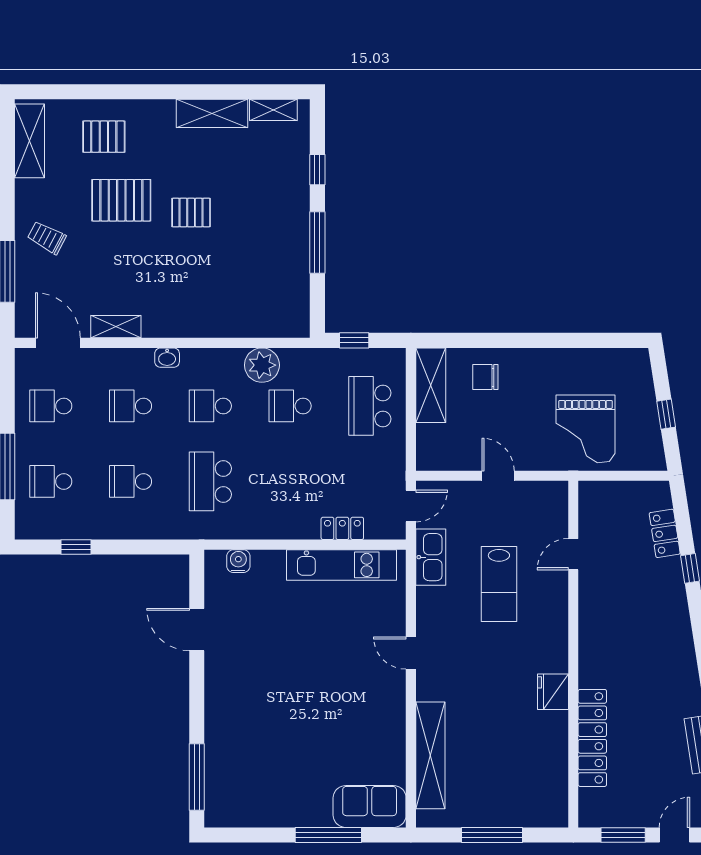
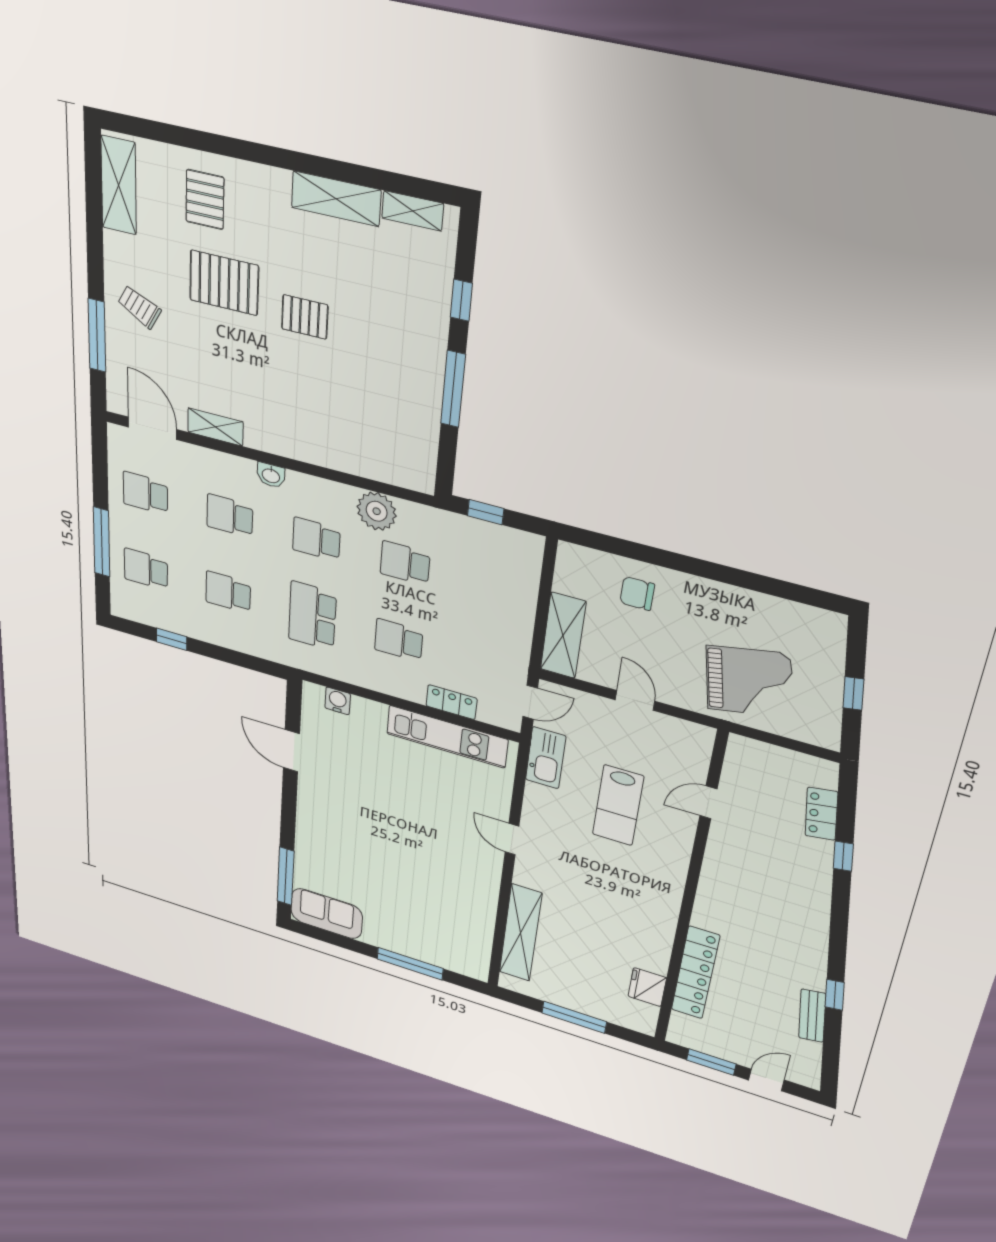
pallet: (104, 137) -> (205, 199), turned 90
shelving: (431, 385) -> (563, 635), moved
school desk: (370, 406) -> (399, 640), moved, width x0.54
grand piano: (586, 429) -> (749, 682), turned -101
fridge: (553, 692) -> (647, 987), moved
sofa: (370, 807) -> (326, 914), moved

